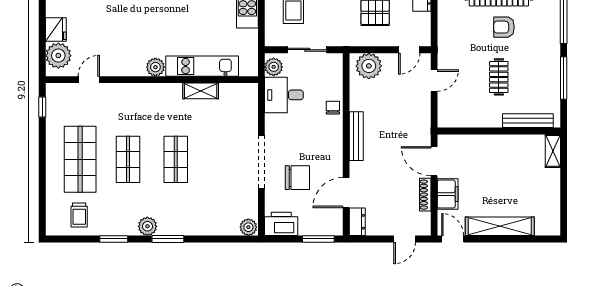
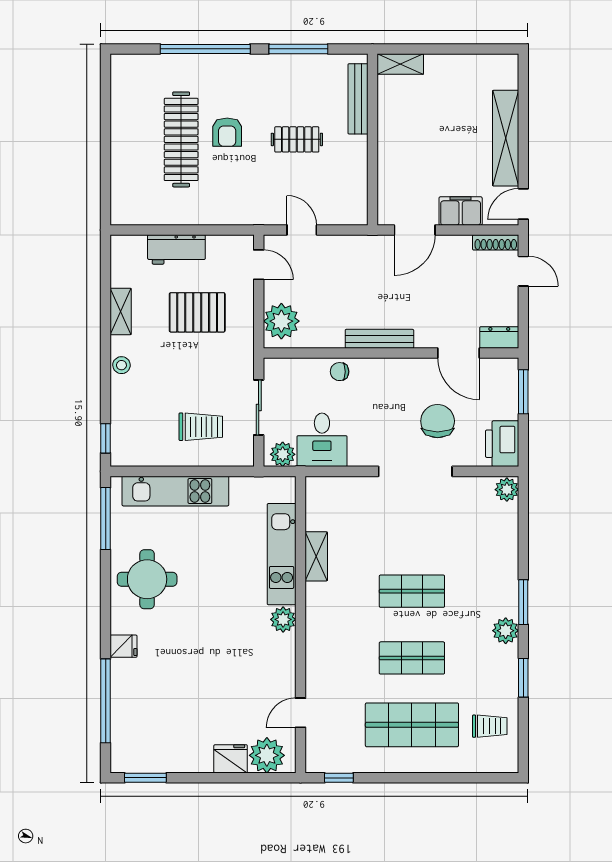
door: (89, 80) -> (300, 713), hinge flipped
shoe rack: (425, 195) -> (496, 242), moved

